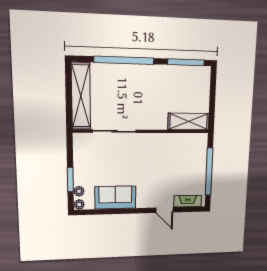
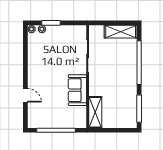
shelving: (81, 96) -> (121, 32), width x0.68
sofa: (115, 197) -> (77, 90), moved, turned 180
fireplace: (188, 201) -> (32, 114), removed
door: (164, 210) -> (25, 95), swing flipped

